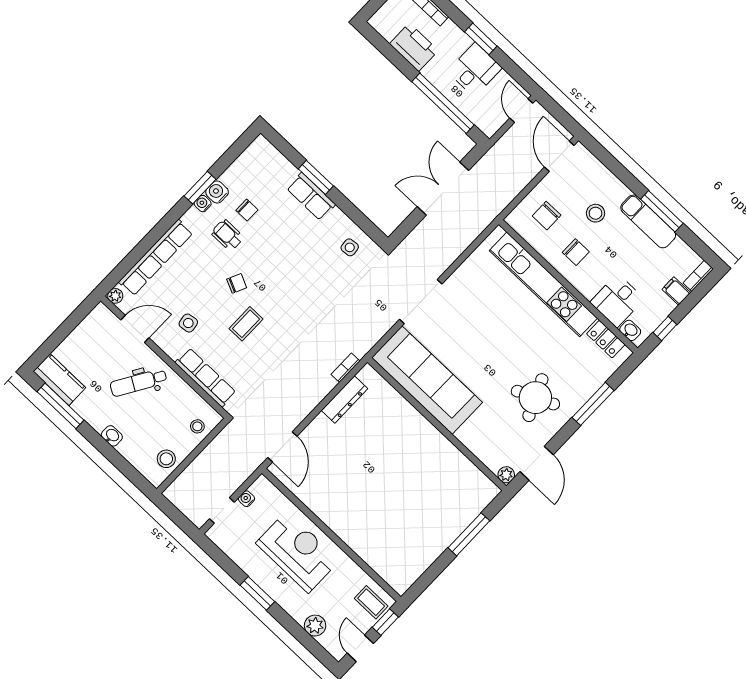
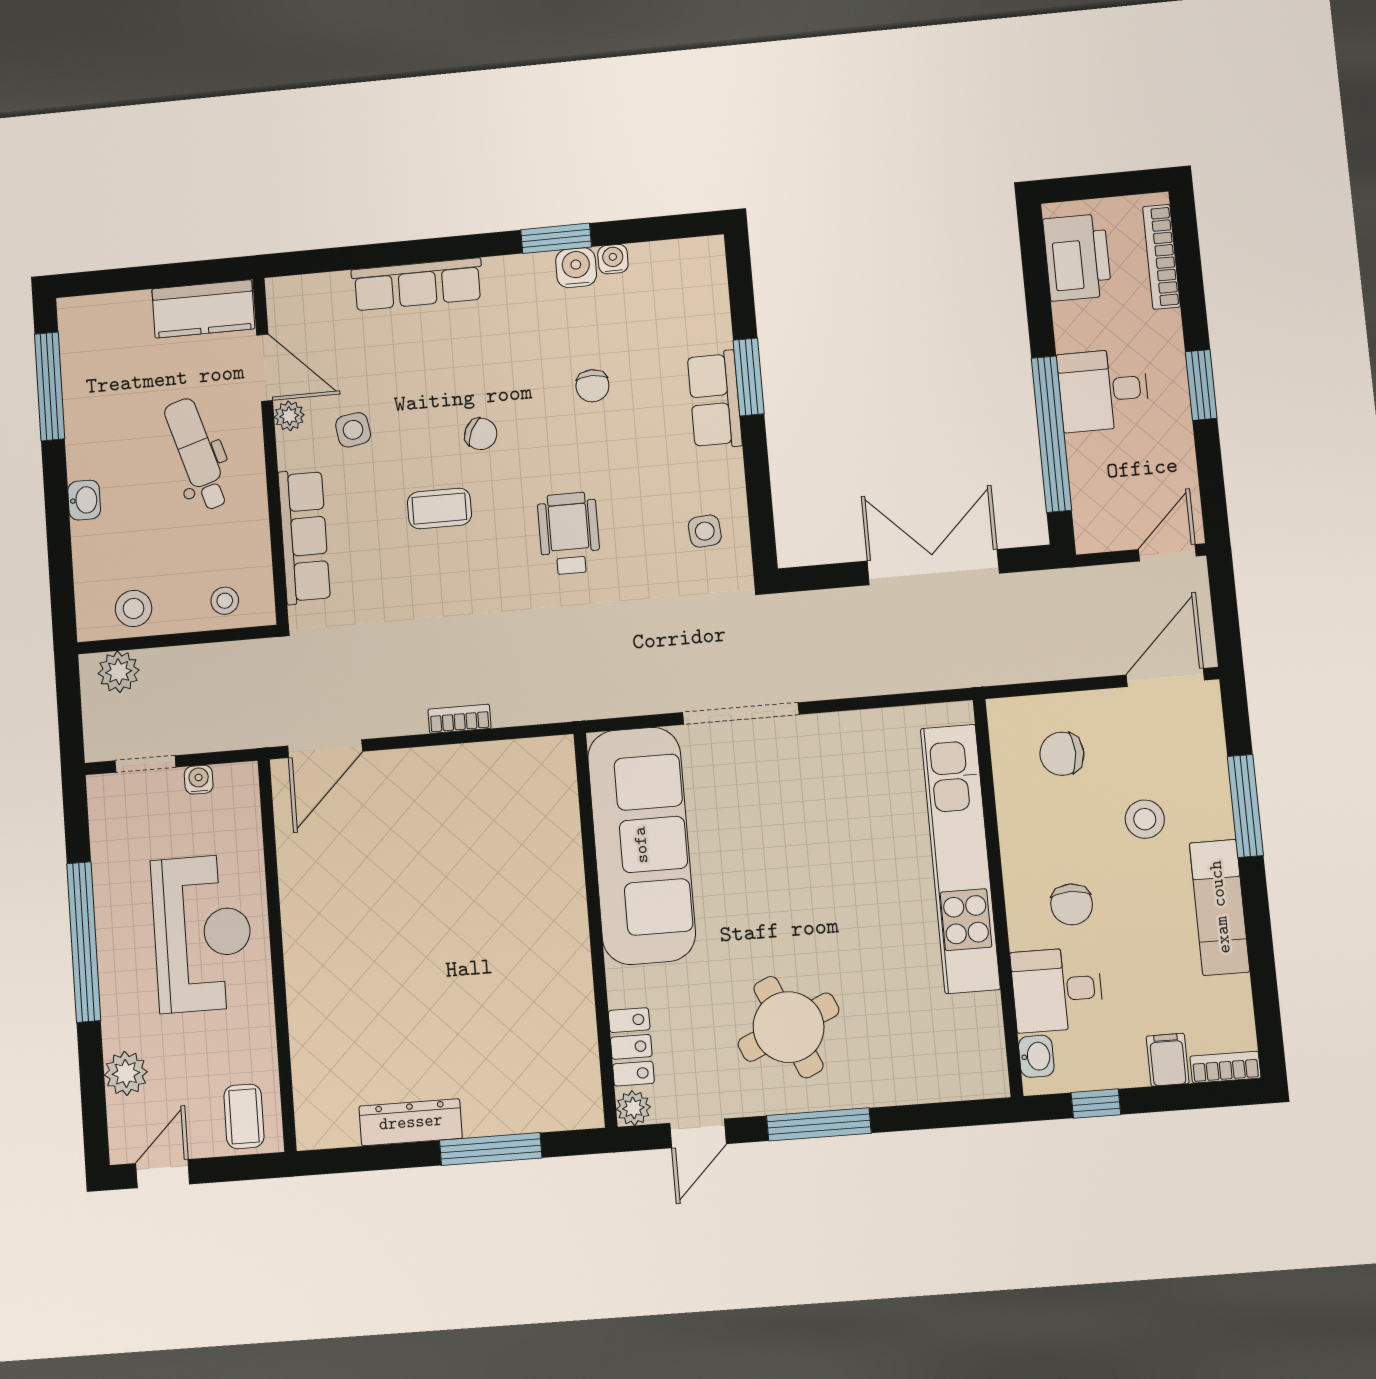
printer: (414, 47) -> (1077, 257), moved
desk: (475, 70) -> (1103, 390), moved, turned 180
water cooler: (203, 204) -> (613, 259), moved
chair: (247, 210) -> (592, 386), moved
window: (662, 211) -> (1245, 806), moved
wheelchair: (227, 235) -> (569, 533), moved, width x1.36, depth x1.37
chair: (576, 252) -> (1072, 904), moved
row of seats: (156, 258) -> (417, 284), width x0.73
plant: (115, 296) -> (289, 416), moved
locker: (606, 339) -> (631, 1047), moved, turned 180
bookcase: (345, 368) -> (459, 719), moved
kitchen counter: (59, 380) -> (203, 309), moved, turned 90
dental chair: (138, 382) -> (197, 454), turned 42
dresser: (345, 400) -> (411, 1122), moved, turned 180
window: (593, 404) -> (819, 1124), moved
door: (537, 463) -> (698, 1133), width x0.73
plant: (182, 486) -> (119, 672), added
window: (257, 593) -> (84, 942), width x2.11
window: (385, 622) -> (238, 1168), removed

